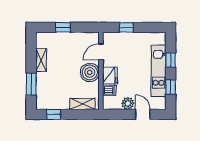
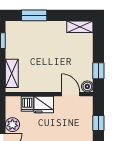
window: (63, 27) -> (98, 71), moved
shelving: (41, 60) -> (80, 27), moved
boiler: (90, 72) -> (87, 86), moved, width x0.54, depth x0.54

